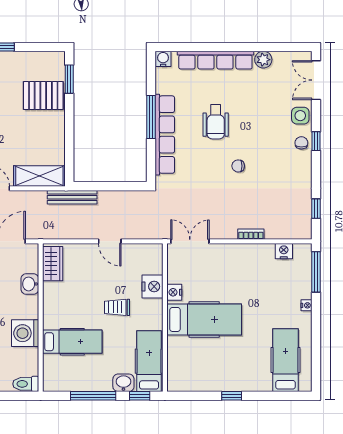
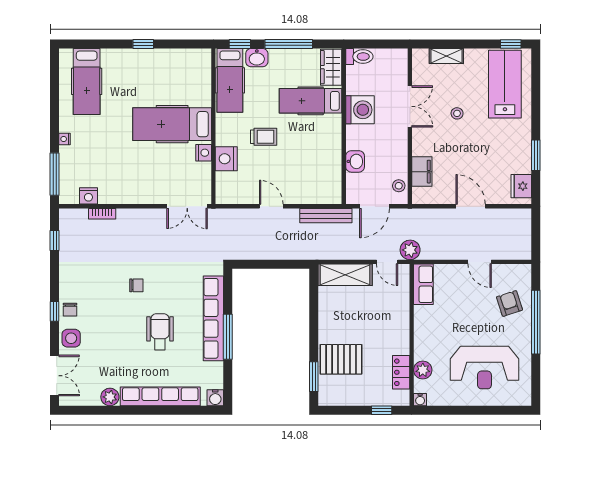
bench: (72, 197) -> (326, 216), moved
bookcase: (251, 234) -> (102, 214), moved
wardrobe: (53, 264) -> (331, 67), moved

